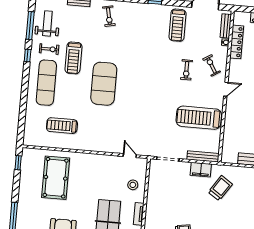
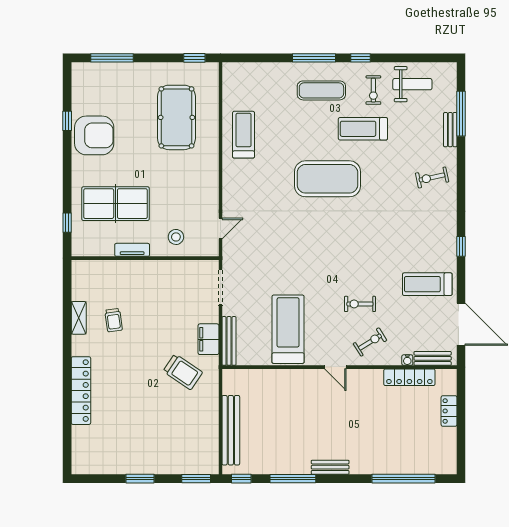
window: (30, 26) -> (314, 58), moved
exercise mat: (46, 83) -> (321, 90), width x0.73, depth x0.69
treadmill: (62, 126) -> (244, 135), moved
pool table: (56, 178) -> (176, 117), turned 90

